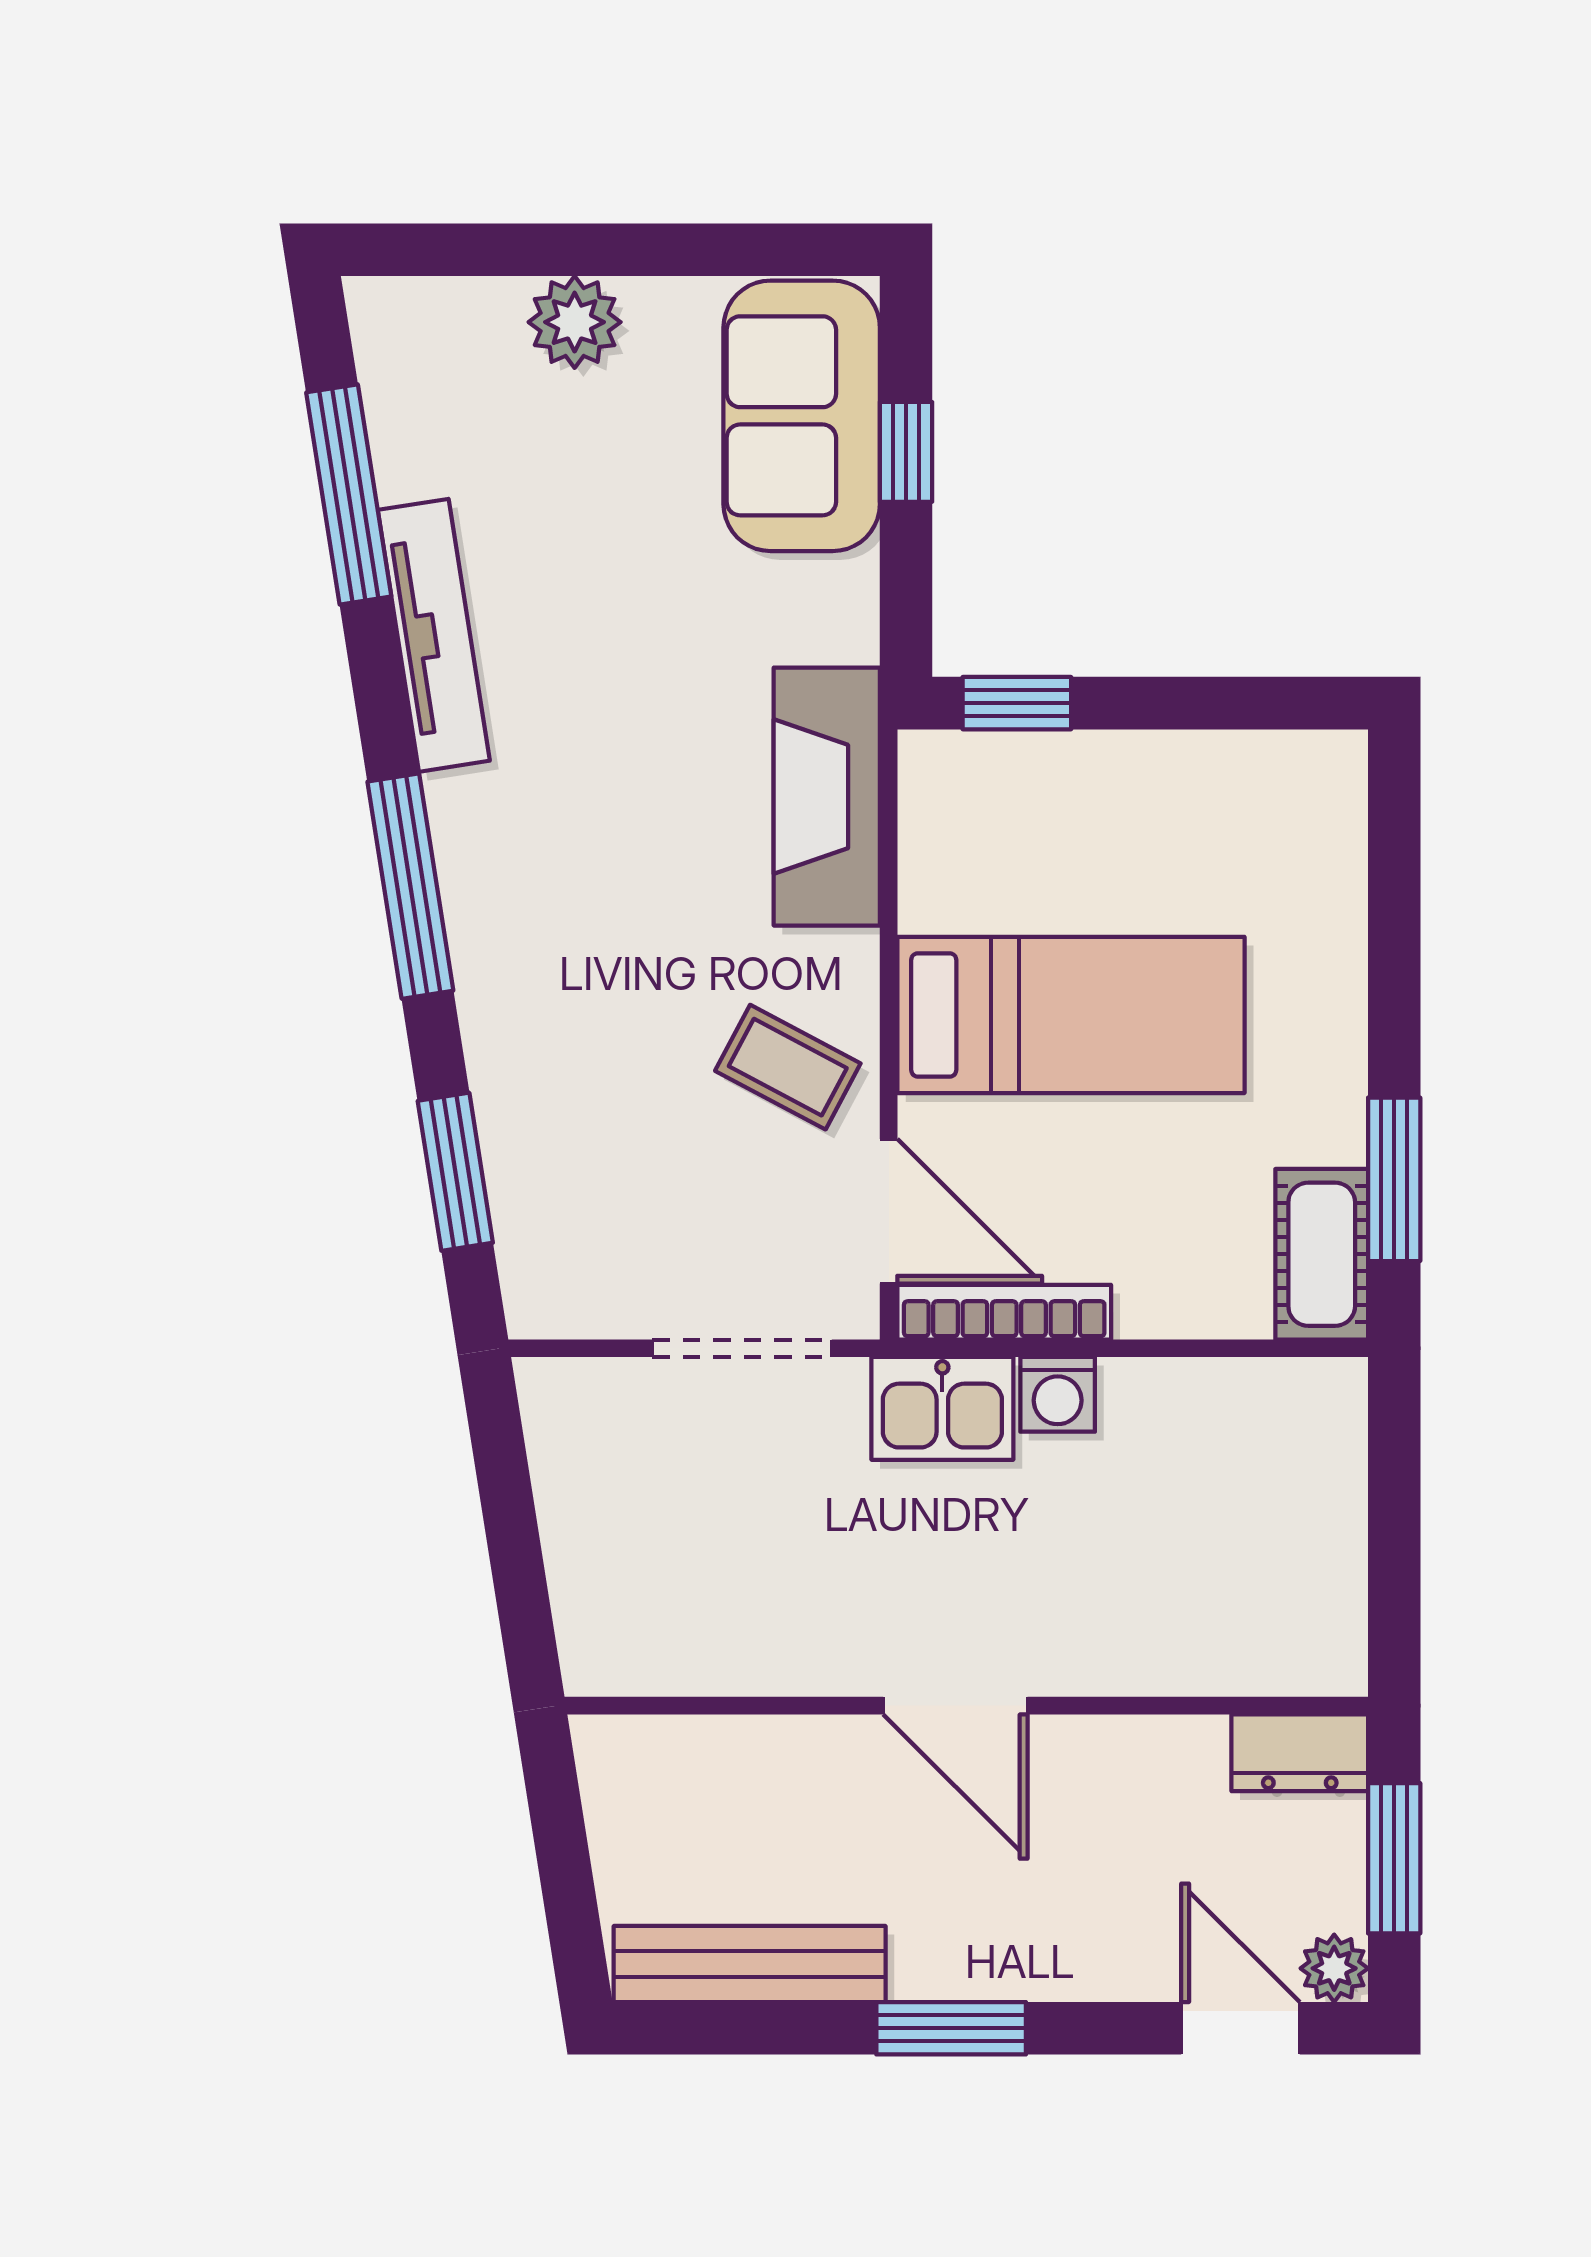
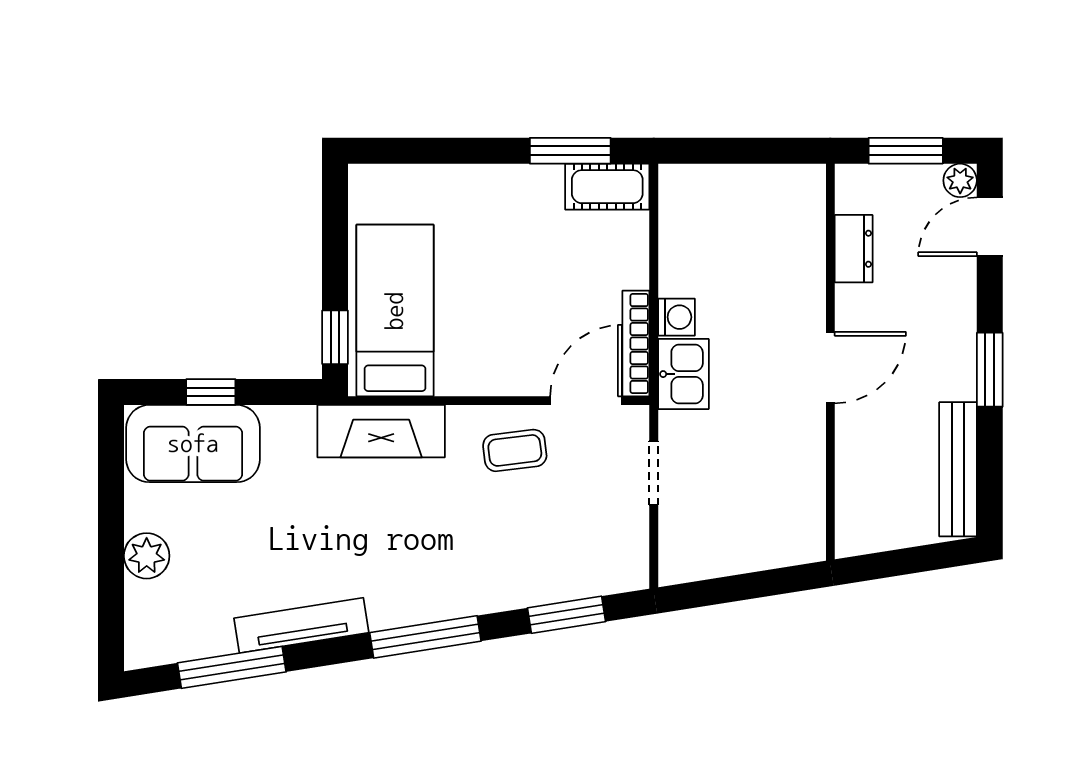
bed: (1071, 1015) -> (395, 311), moved
coffee table: (788, 1067) -> (515, 450), turned 55
doorway: (742, 1348) -> (654, 473), width x0.73
dresser: (1300, 1753) -> (854, 249), moved

